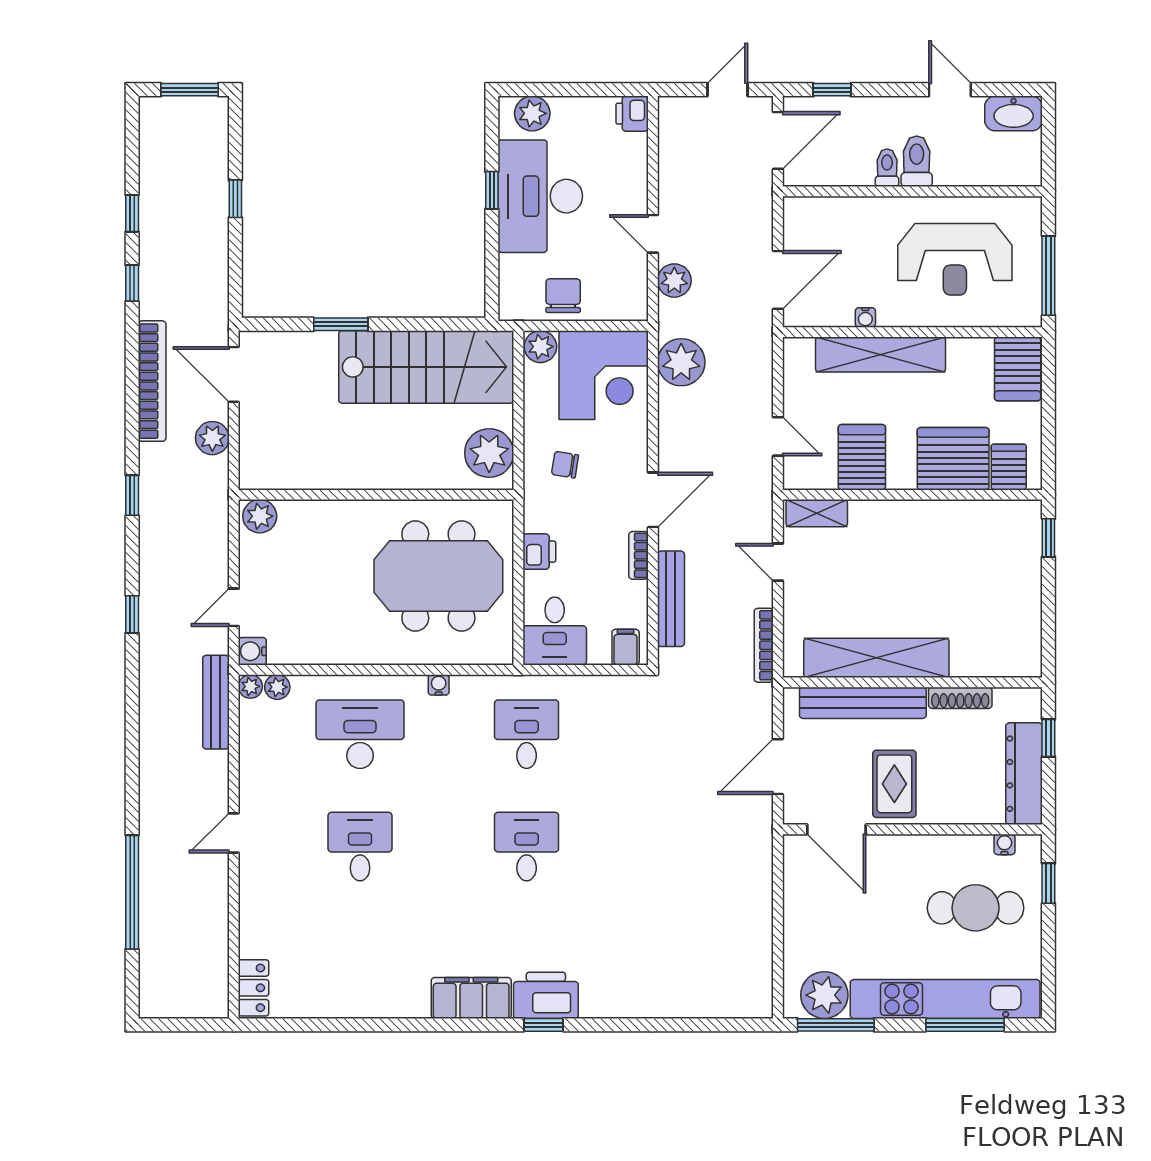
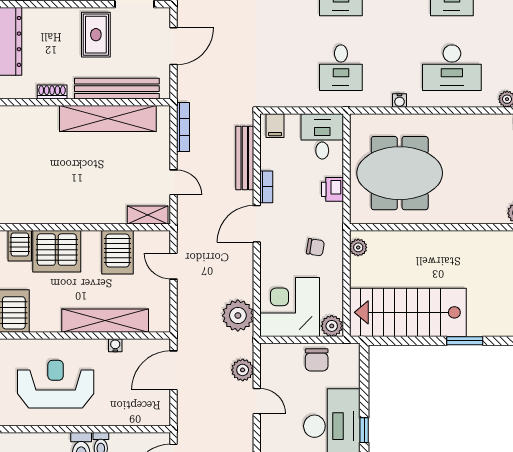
plant: (489, 453) -> (358, 247), width x0.53, depth x0.53
shoe rack: (960, 698) -> (52, 92), width x0.70

